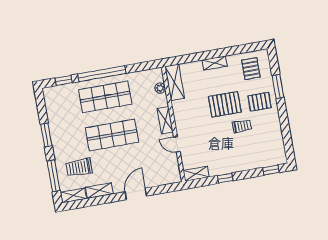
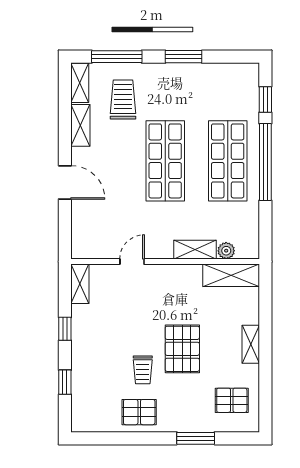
pallet: (260, 102) -> (139, 412), moved, turned 90
shelving: (165, 120) -> (195, 250), moved
window: (271, 170) -> (65, 382), moved

